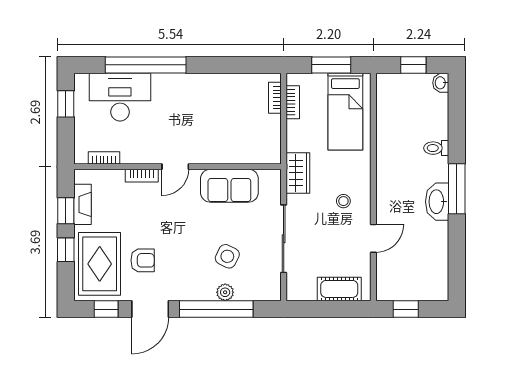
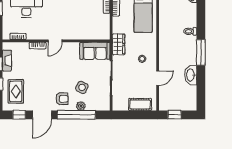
sofa: (229, 186) -> (95, 51), moved
washbasin: (437, 202) -> (191, 75), moved
armchair: (143, 260) -> (62, 99), moved
rug: (100, 264) -> (16, 91), width x0.73, depth x0.70

